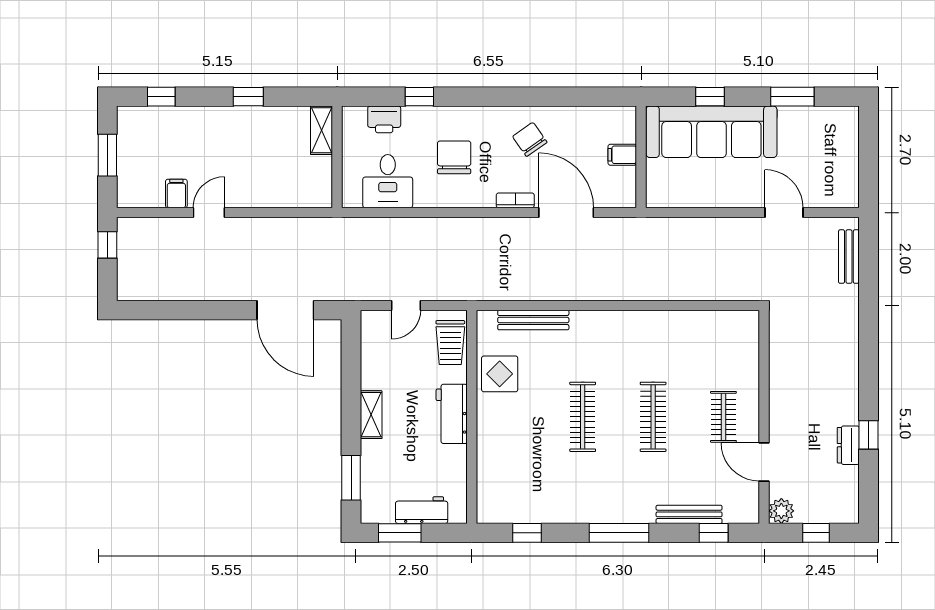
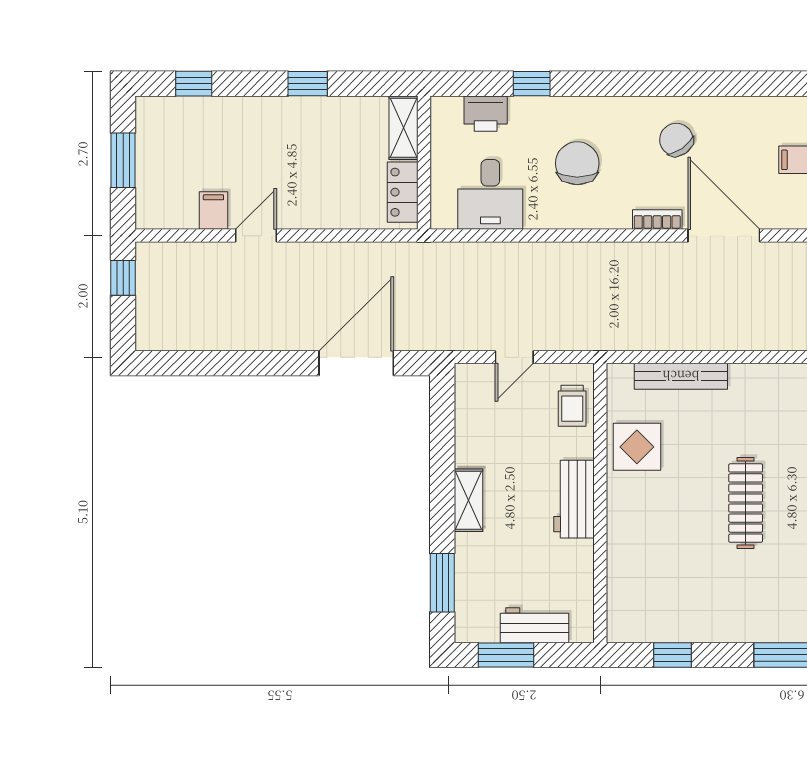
locker: (321, 179) -> (403, 192), added
door: (285, 310) -> (356, 363), swing flipped
trolley: (450, 343) -> (572, 406), width x0.73, depth x0.72

